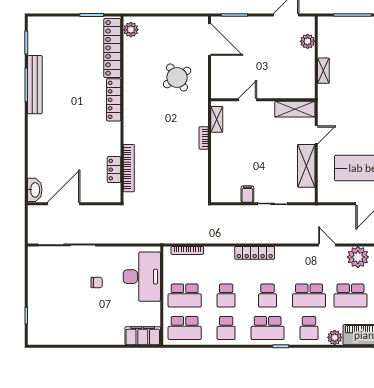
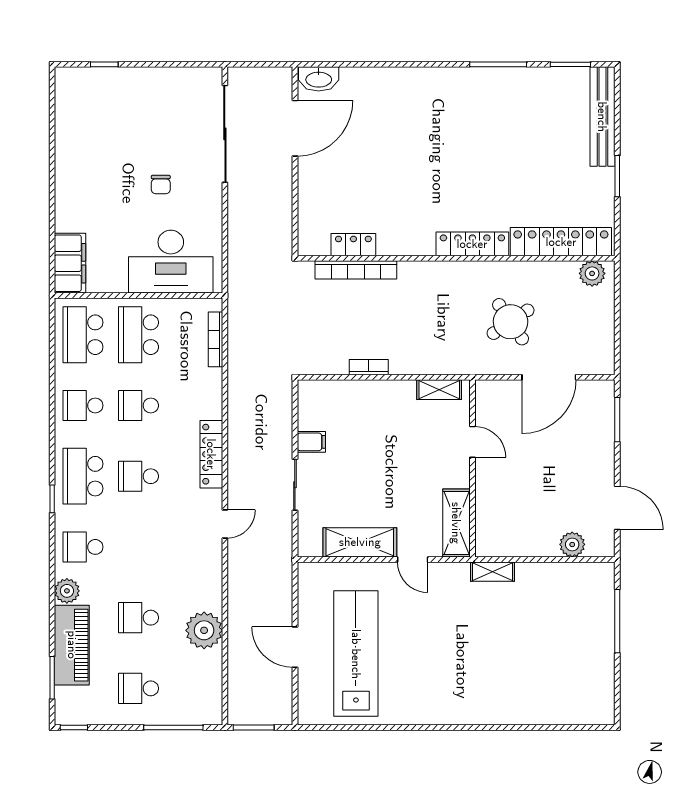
plant: (131, 30) -> (592, 273), moved
door: (210, 39) -> (549, 377), moved
locker: (112, 48) -> (561, 242), moved
shelving: (323, 71) -> (492, 572), moved
bench: (35, 85) -> (602, 117), moved, turned 90
locker: (114, 100) -> (472, 244), moved
wall: (122, 109) -> (456, 258), moved
bookcase: (204, 138) -> (369, 367), moved
bookcase: (129, 168) -> (356, 270), moved
locker: (114, 170) -> (353, 245), moved
door: (64, 204) -> (295, 128), hinge flipped
door: (327, 245) -> (225, 524), moved
school desk: (309, 296) -> (139, 547), removed
school desk: (350, 296) -> (139, 618), width x0.54

